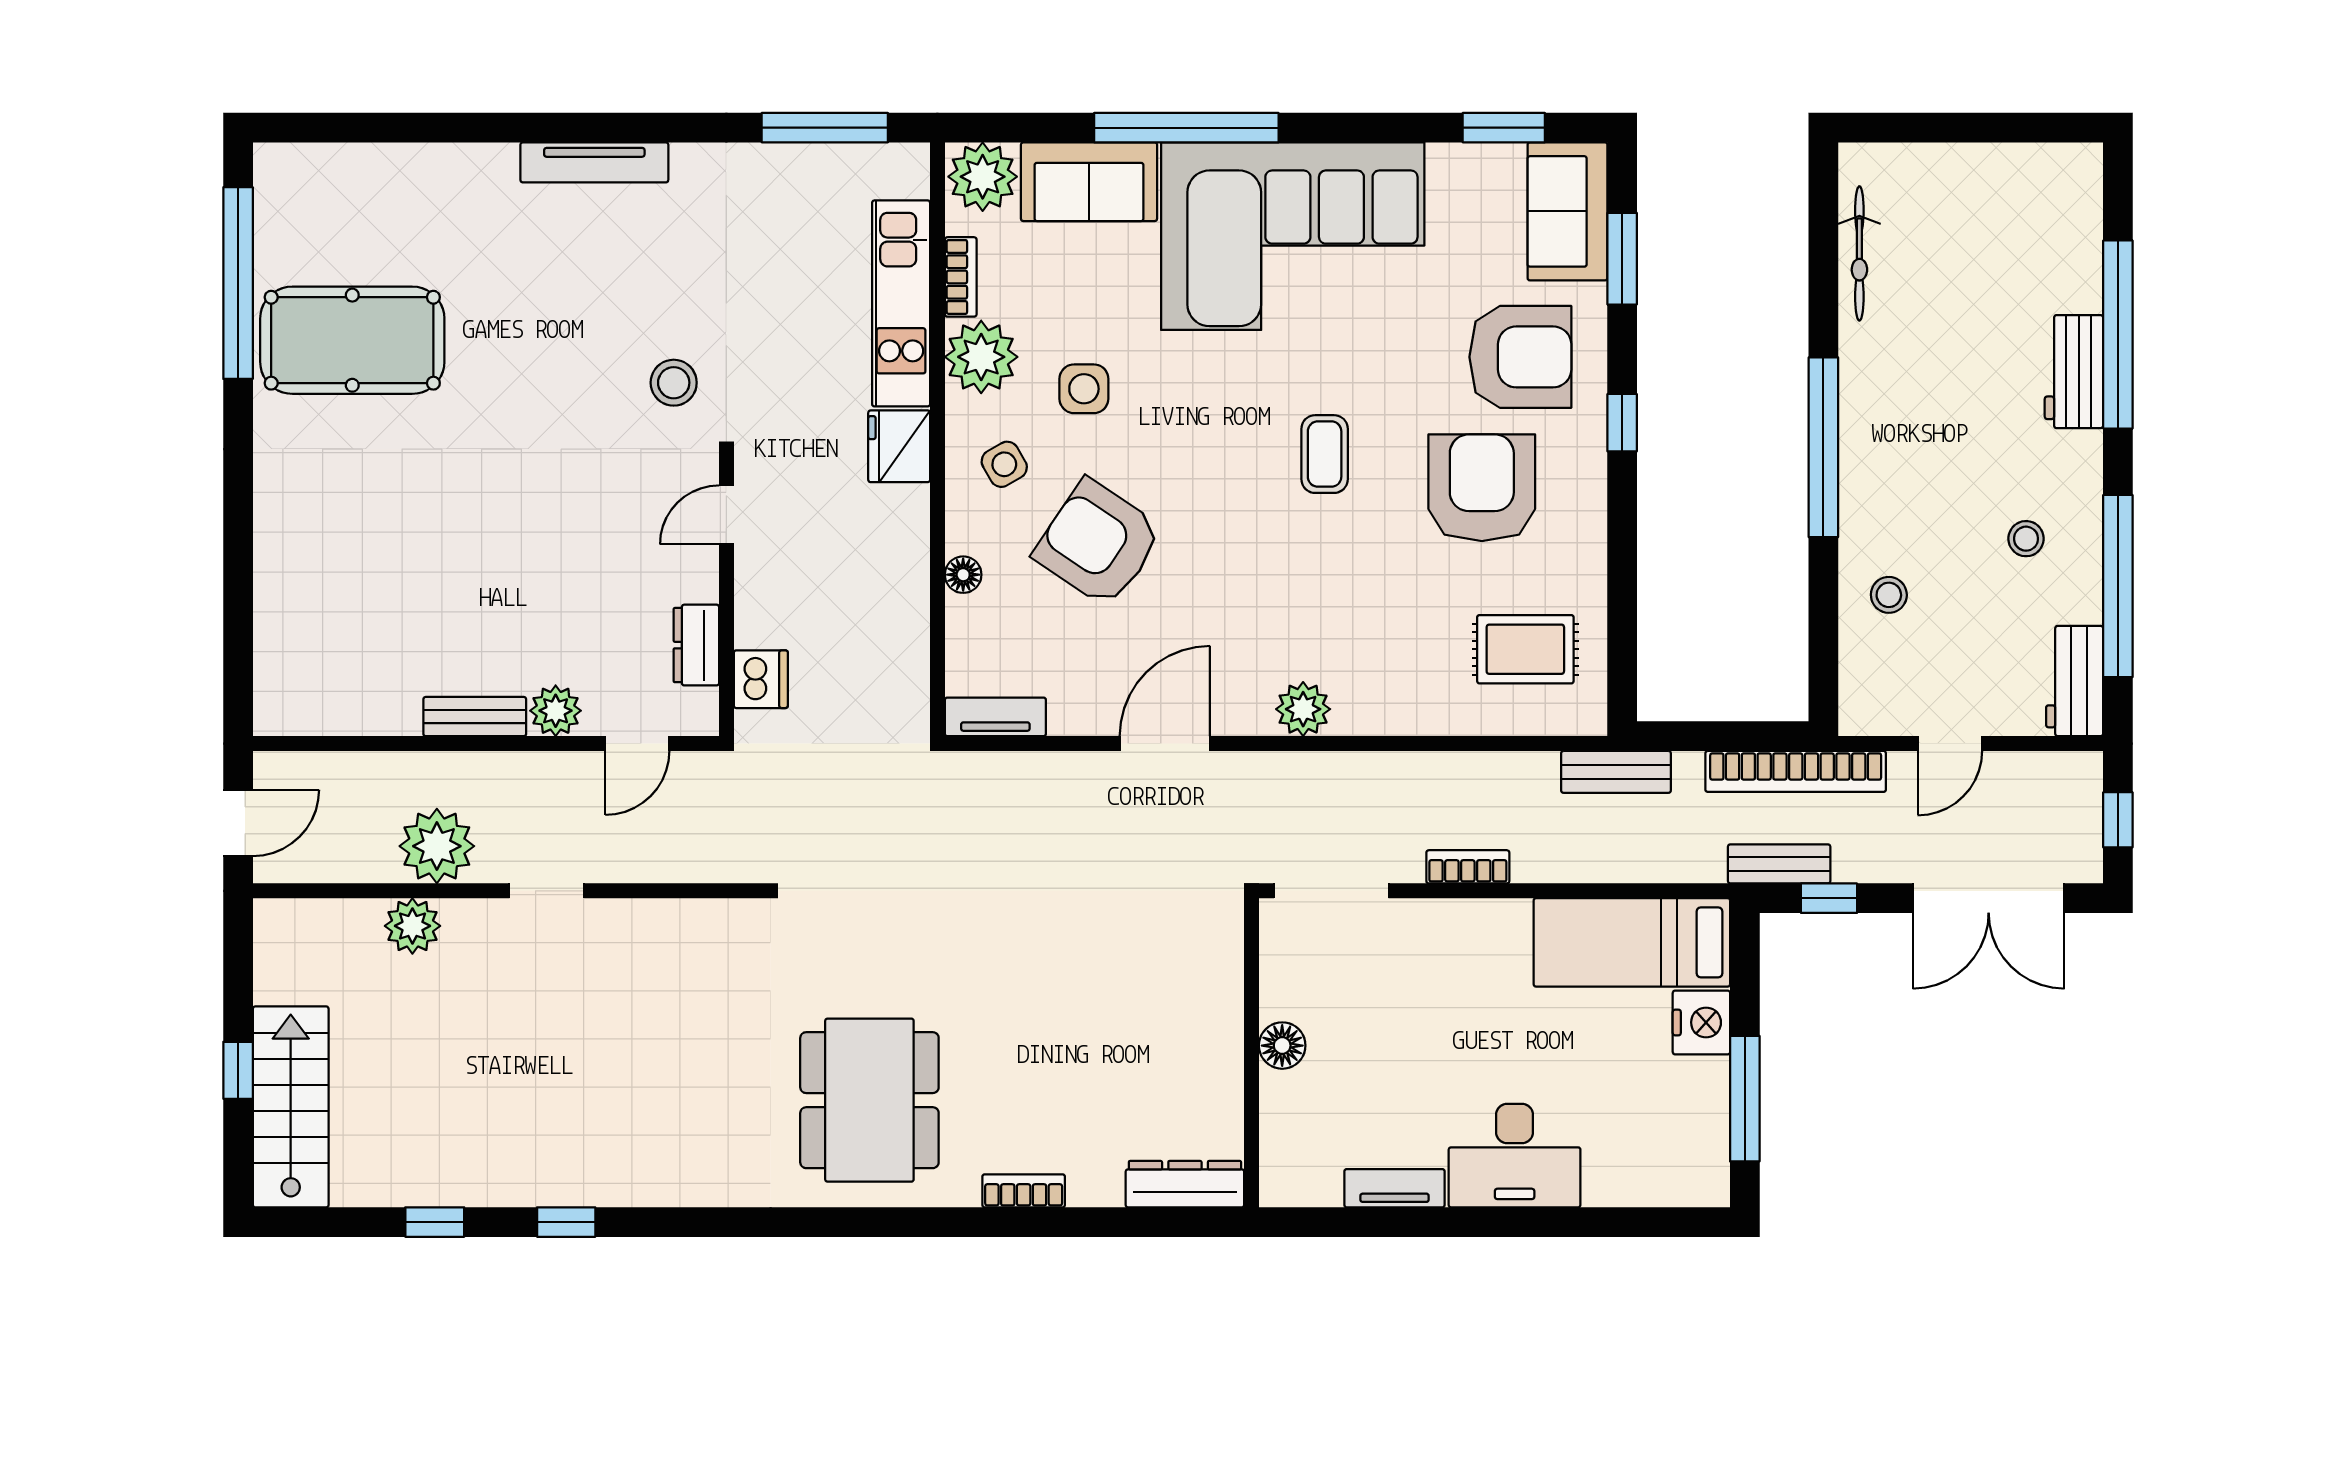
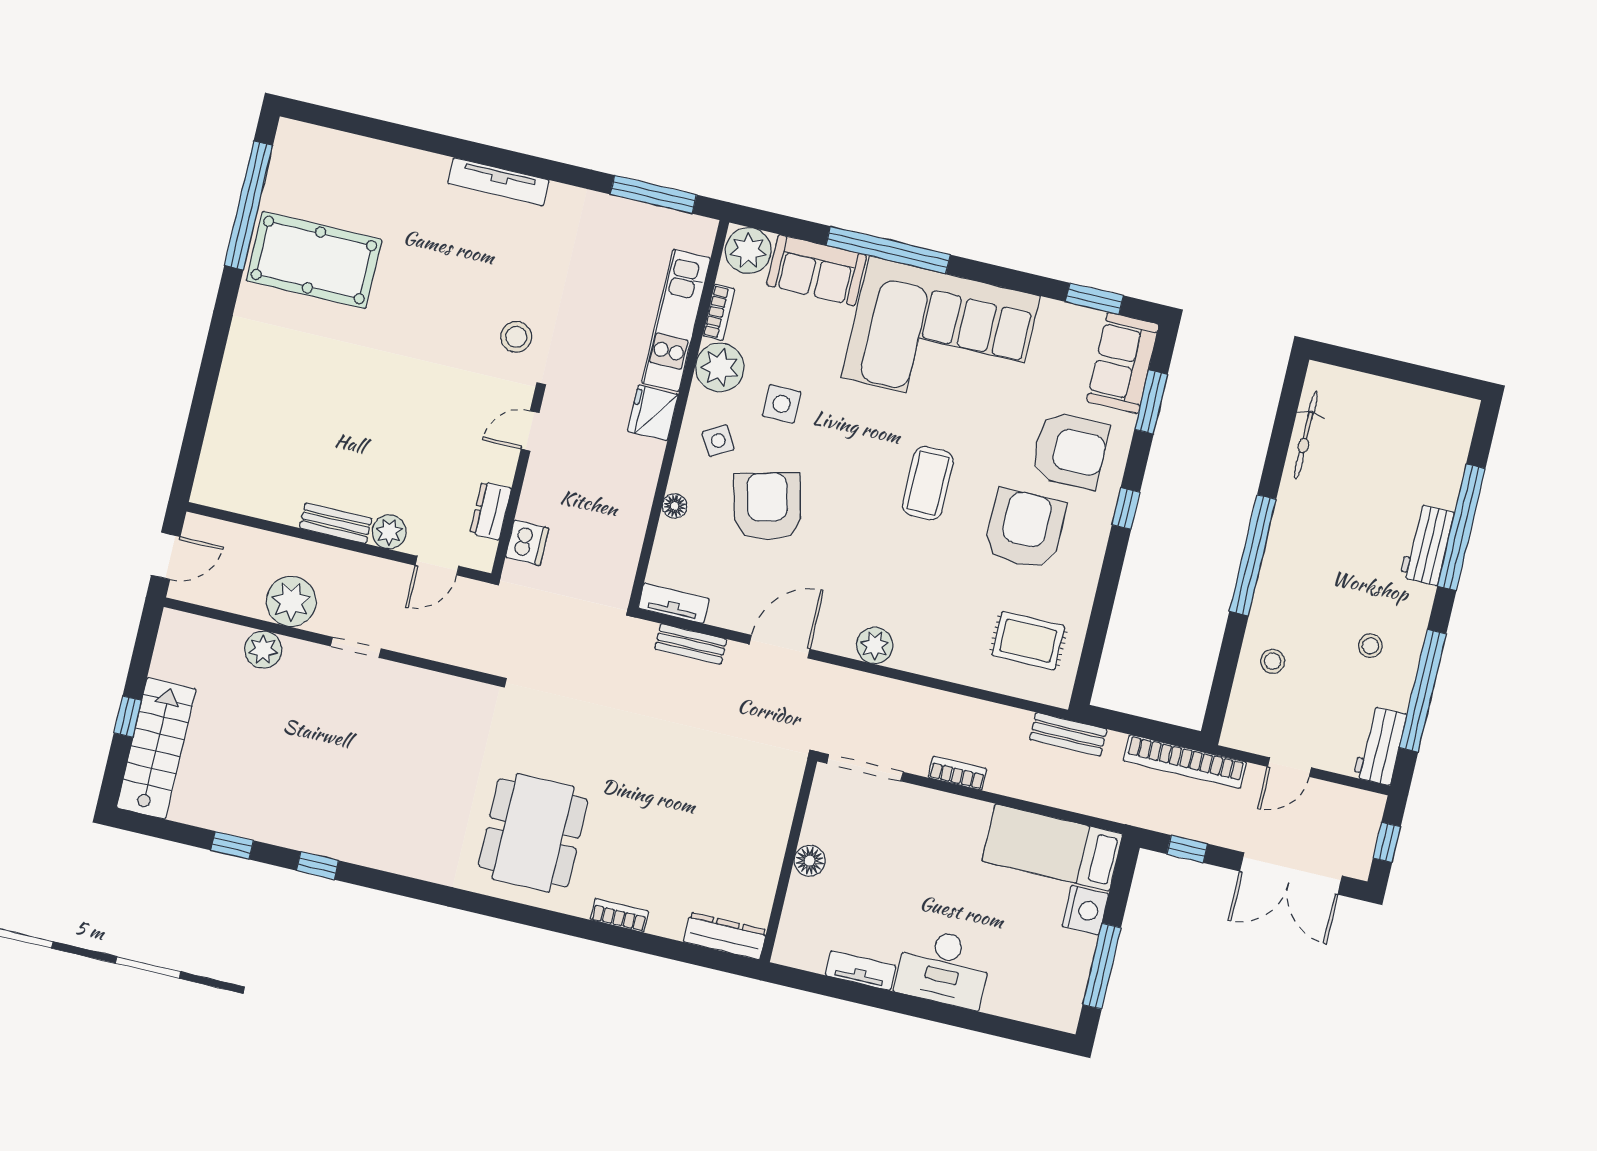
coffee table: (1325, 454) -> (928, 483), width x1.36, depth x1.30
armchair: (1098, 543) -> (767, 506), turned 42
bench: (1779, 864) -> (691, 644), moved

